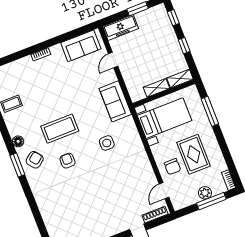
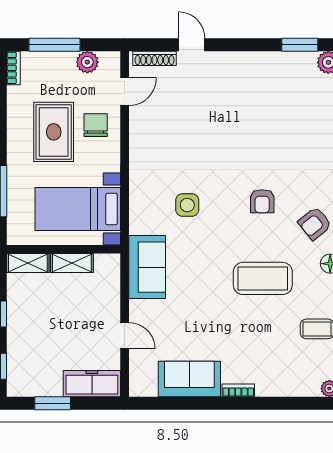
sofa: (81, 46) -> (189, 379), moved
door: (113, 60) -> (125, 336), hinge flipped
coffee table: (60, 129) -> (263, 278), moved
plant: (205, 193) -> (87, 62), moved

